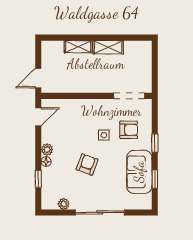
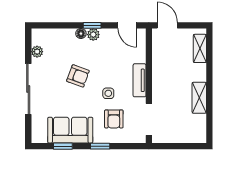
shelving: (78, 47) -> (200, 48), moved
tv unit: (91, 105) -> (140, 80), added
window: (38, 179) -> (92, 25), moved

